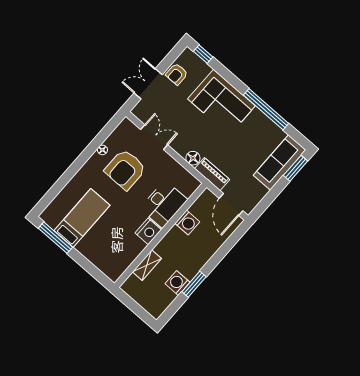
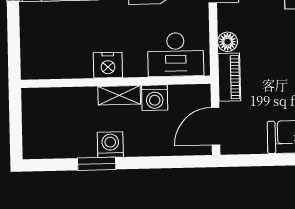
desk: (164, 204) -> (176, 55), moved
shelving: (147, 265) -> (119, 95), moved
washing machine: (178, 283) -> (110, 145), moved

